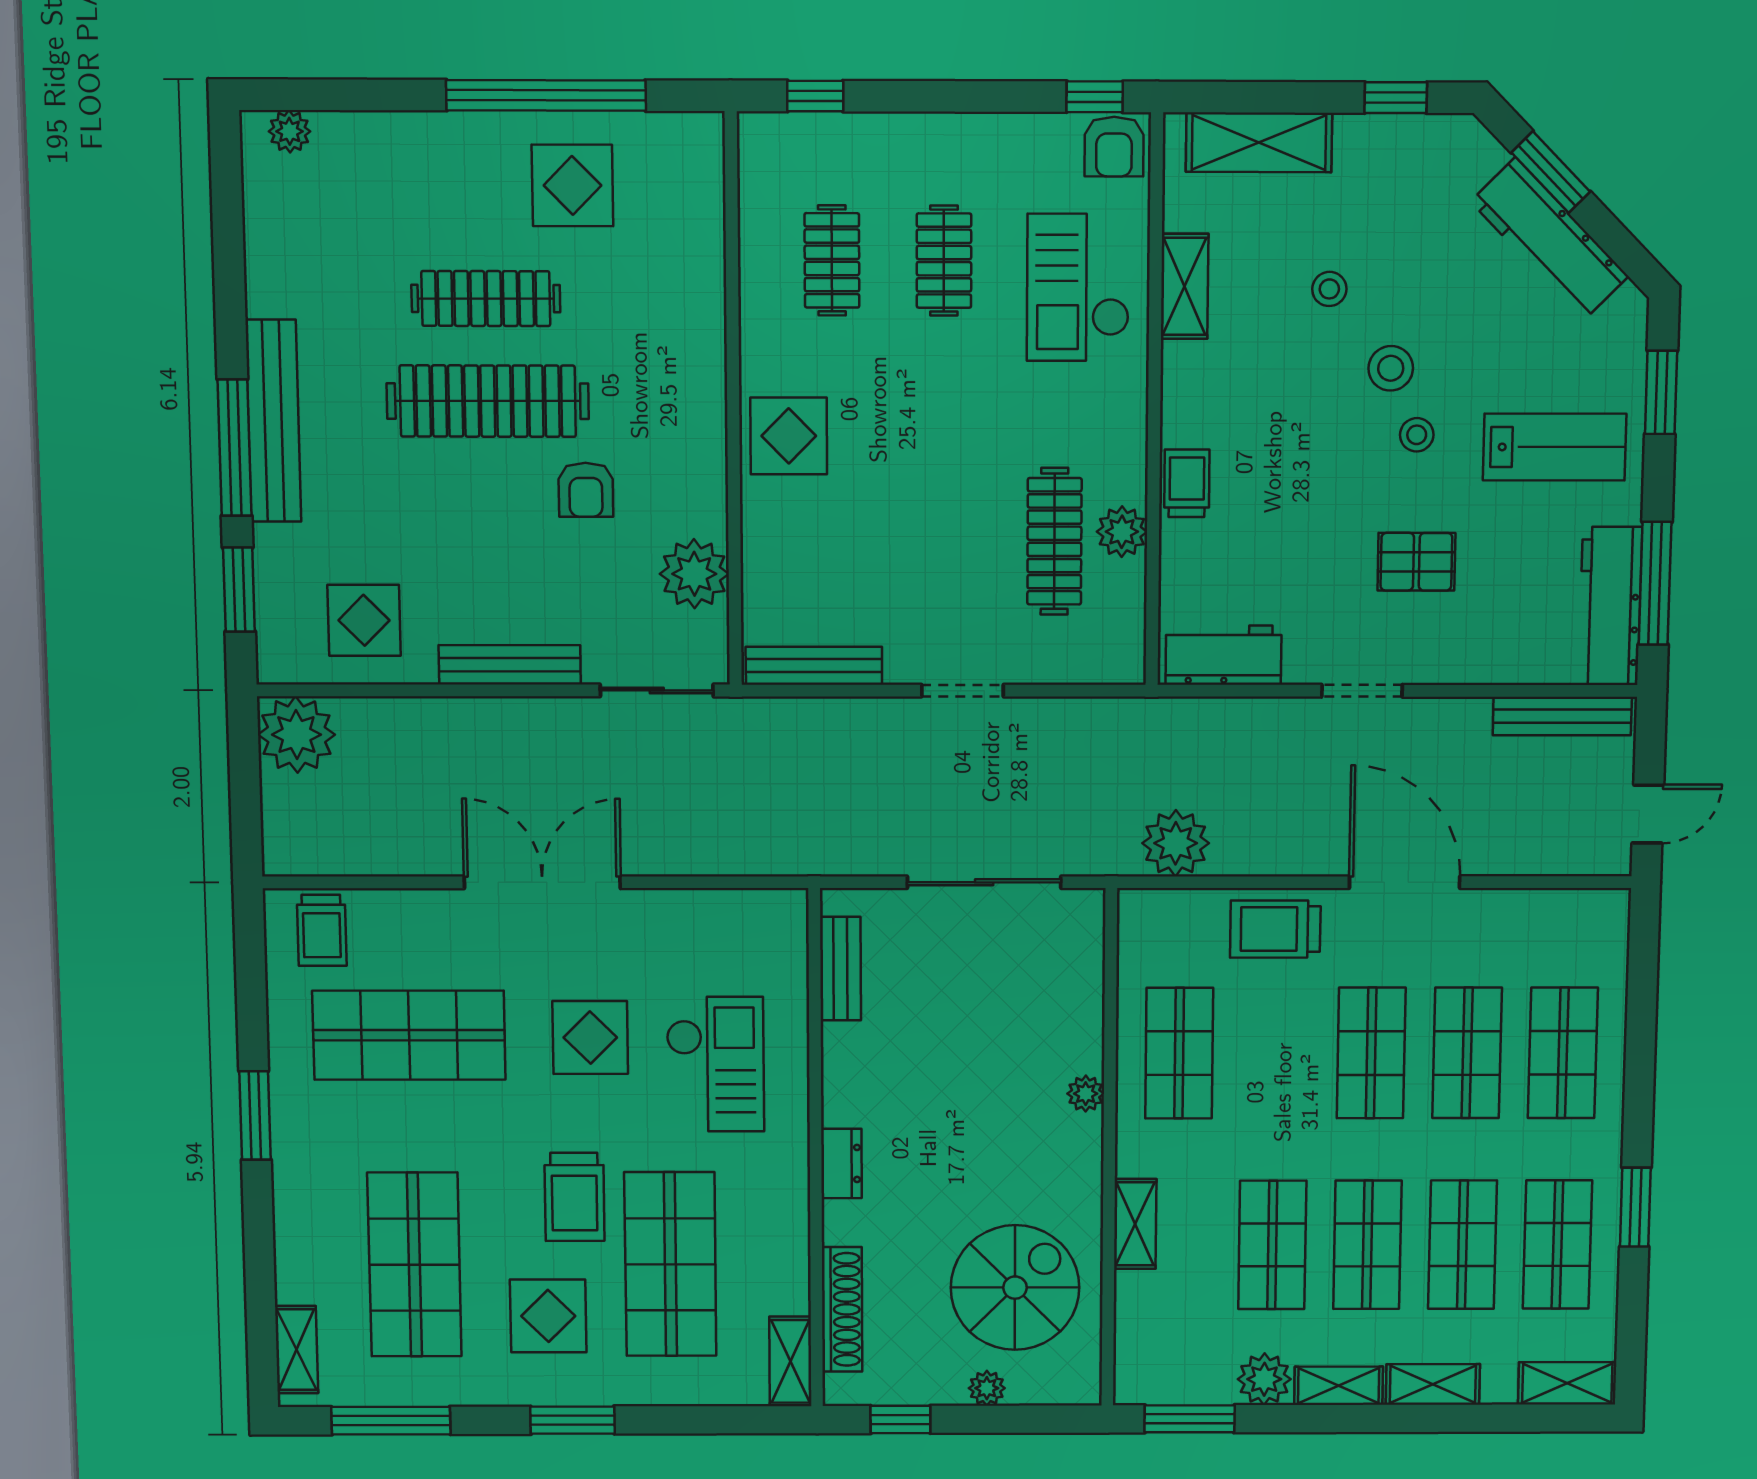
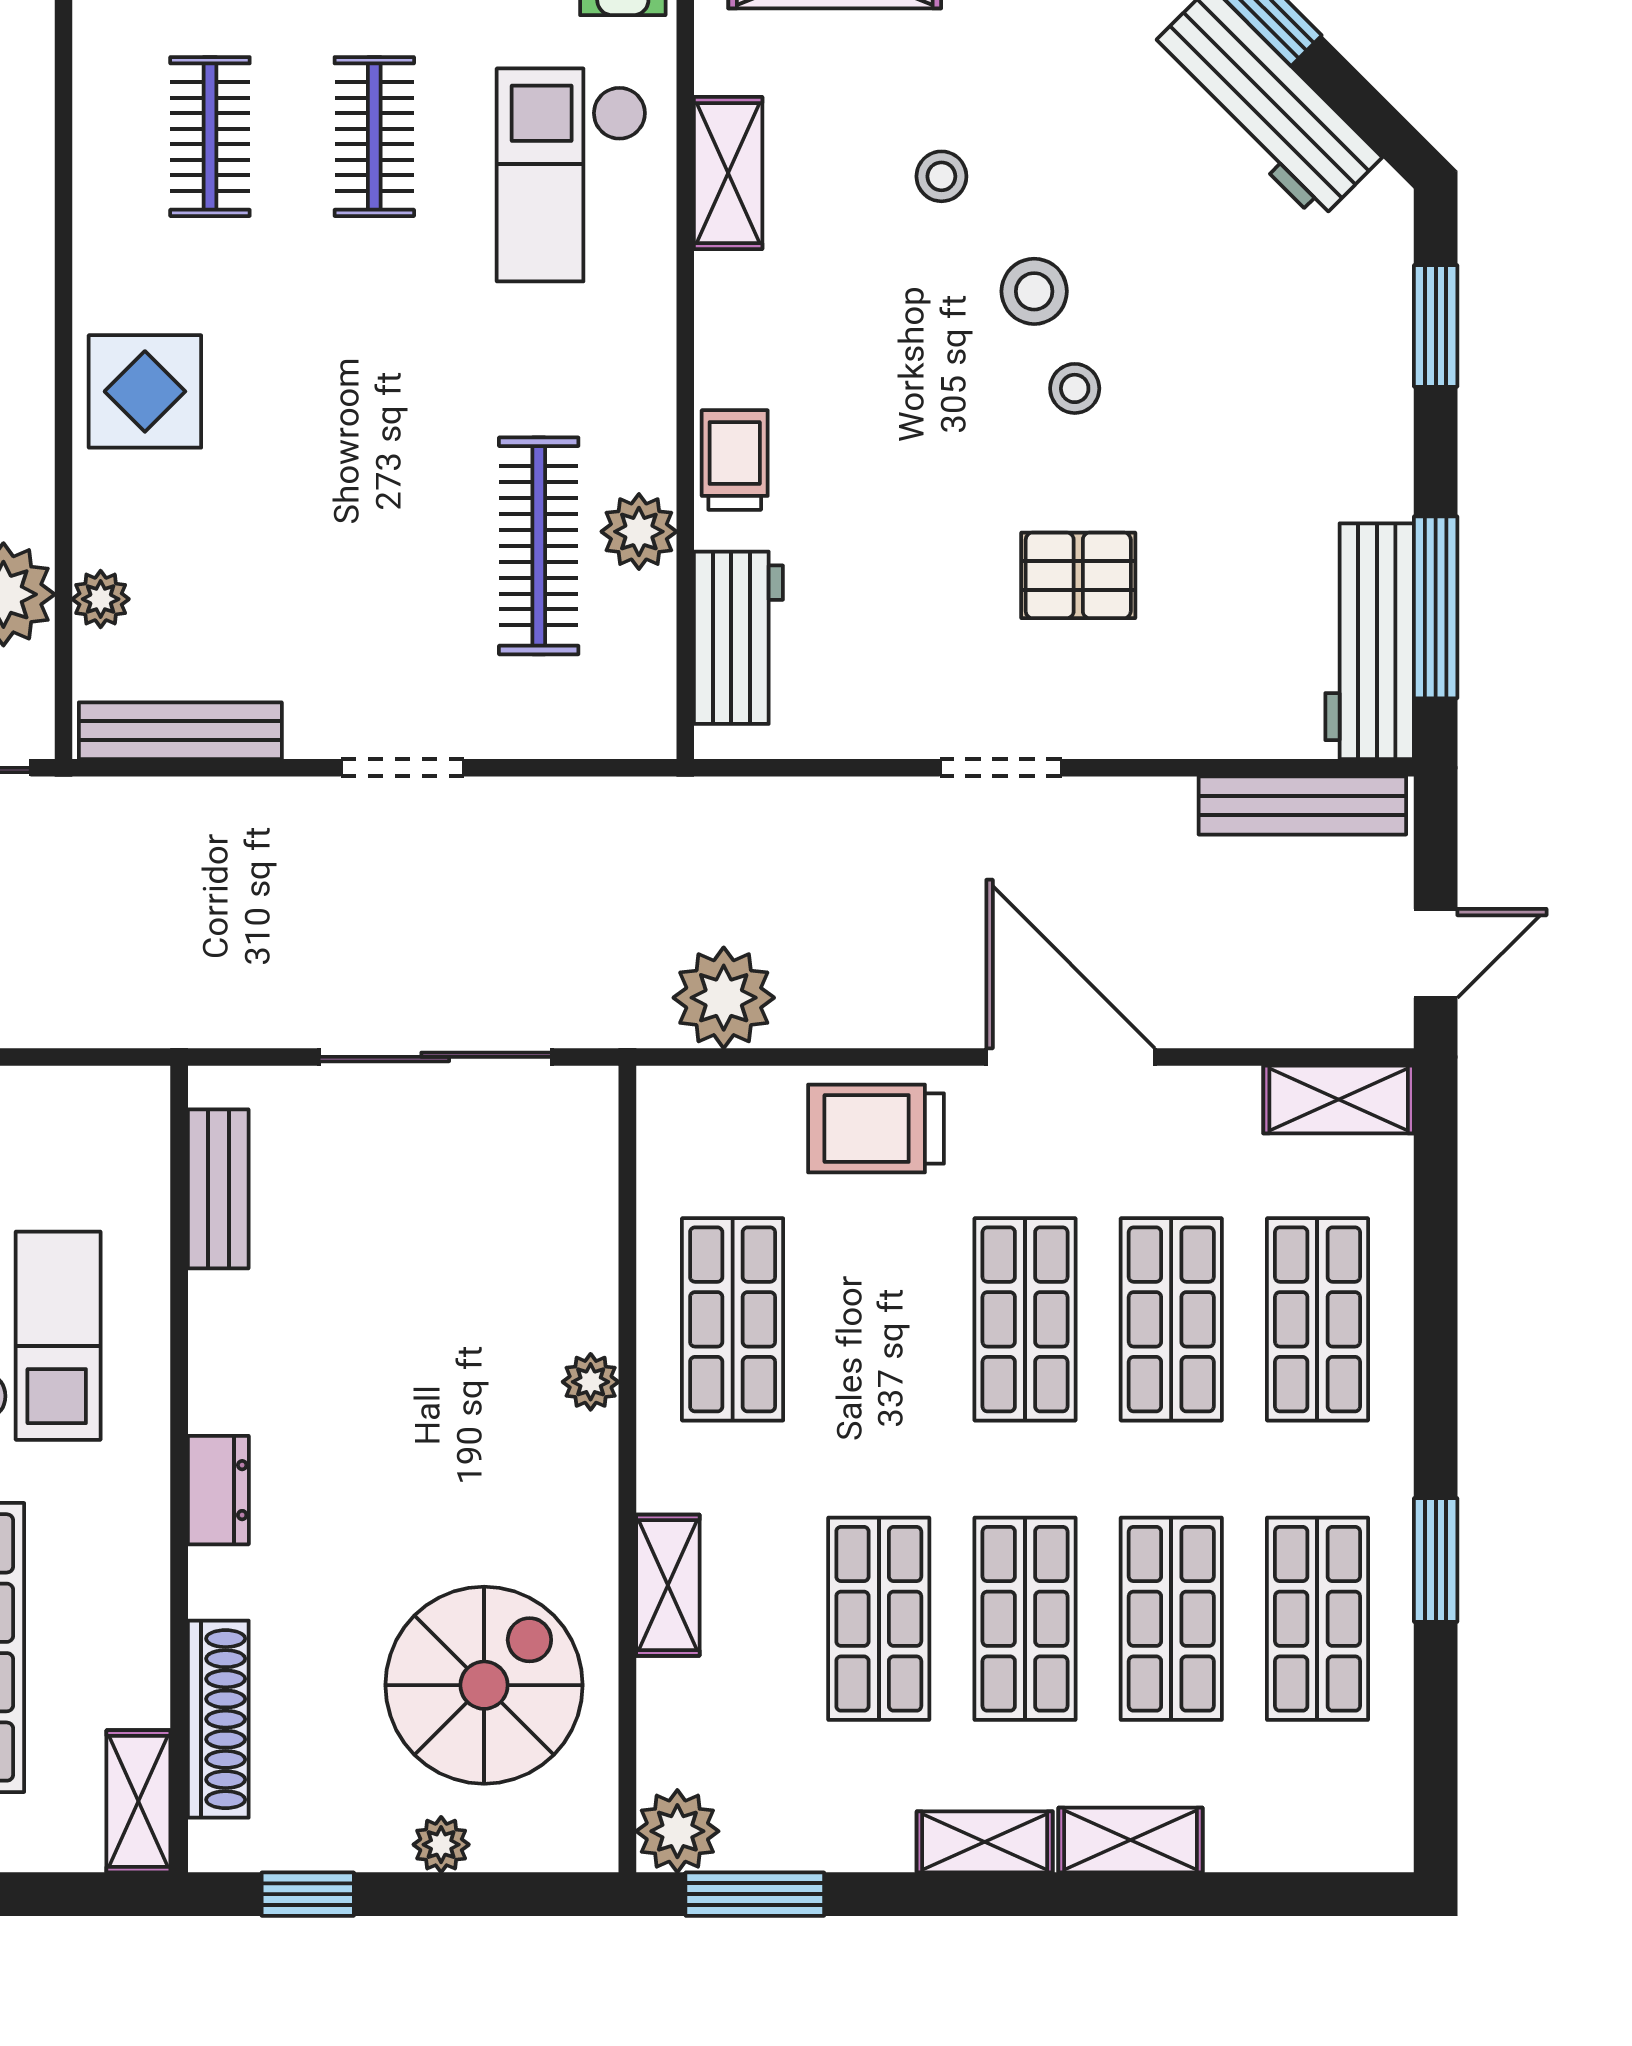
lab bench: (1555, 447) -> (1280, 406), removed
plant: (760, 577) -> (101, 599), added
workbench: (1224, 655) -> (738, 638), moved, turned 90
plant: (1264, 1379) -> (677, 1831), moved
shelving: (1567, 1383) -> (1339, 1100), moved

